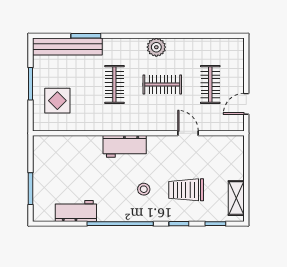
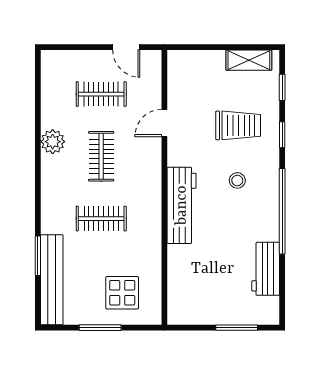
plant: (156, 47) -> (53, 142), moved
workbench: (125, 146) -> (182, 205), width x1.38
trolley: (186, 190) -> (238, 125), turned -90

